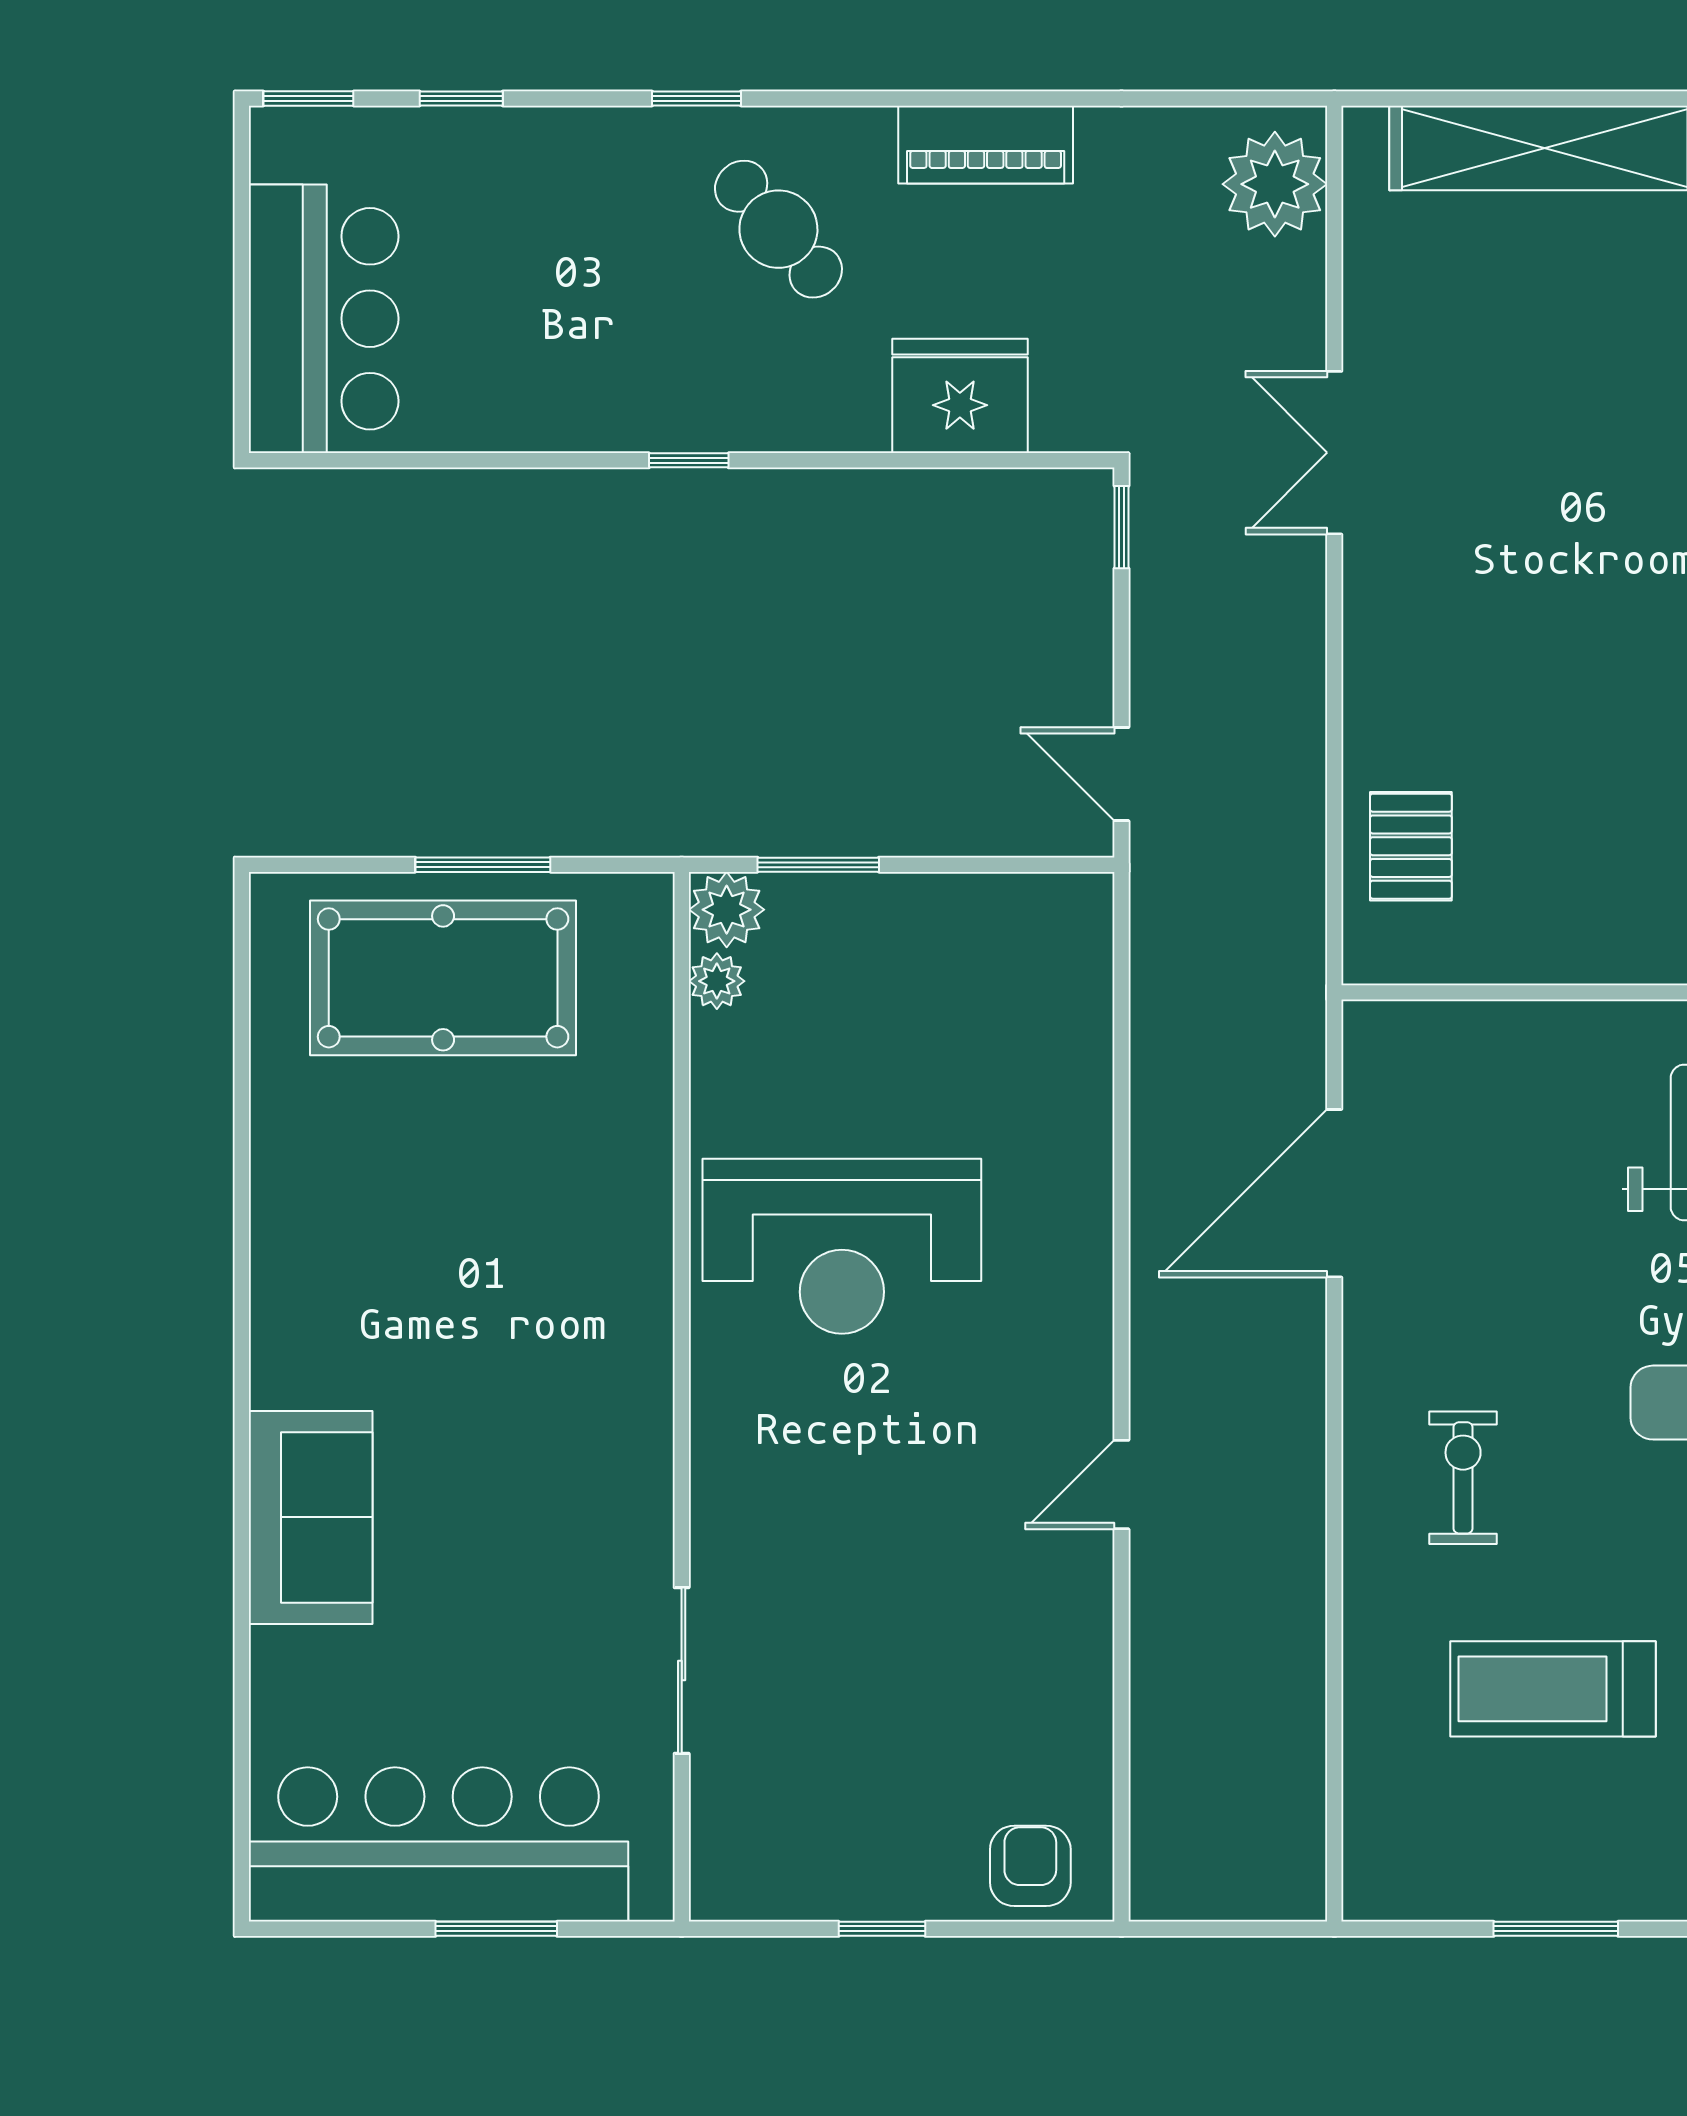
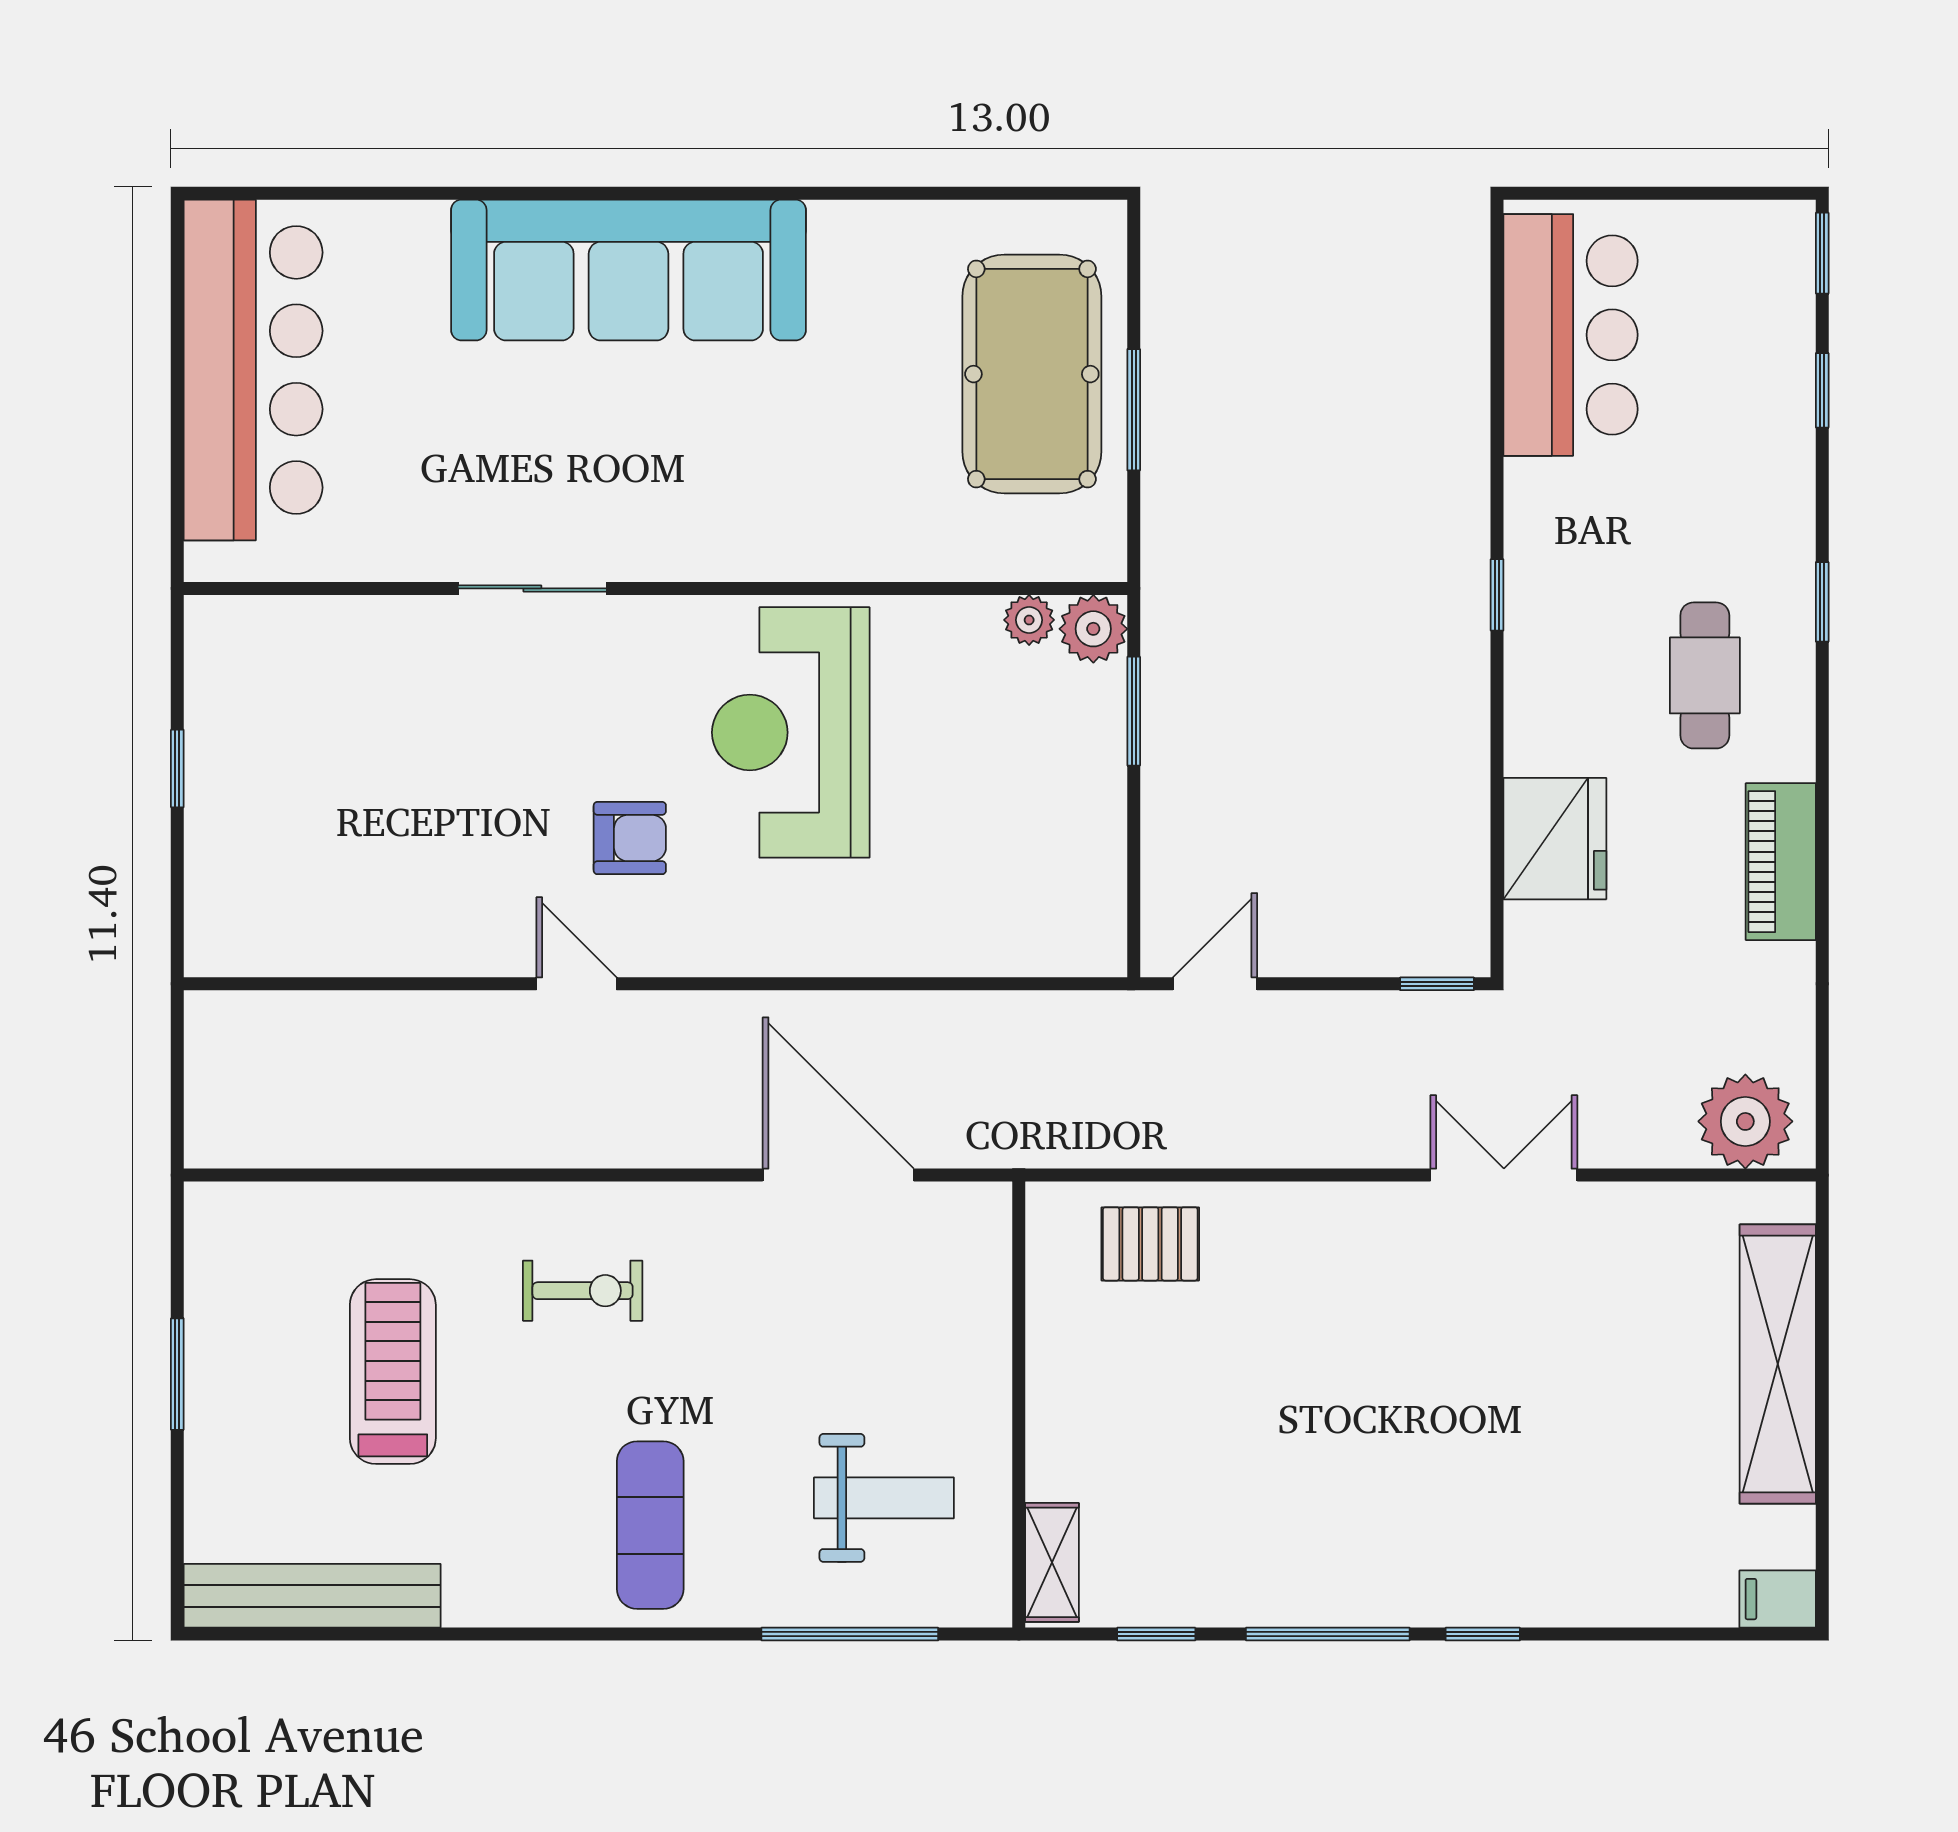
cafe table: (778, 229) -> (1705, 675), turned -49
bar counter: (324, 319) -> (1571, 335), moved, turned -90
sofa: (311, 1517) -> (629, 270), width x1.85, depth x1.27
sliding door: (682, 1671) -> (532, 588), moved
armchair: (1030, 1866) -> (630, 838), moved
window: (496, 1929) -> (177, 422), removed

